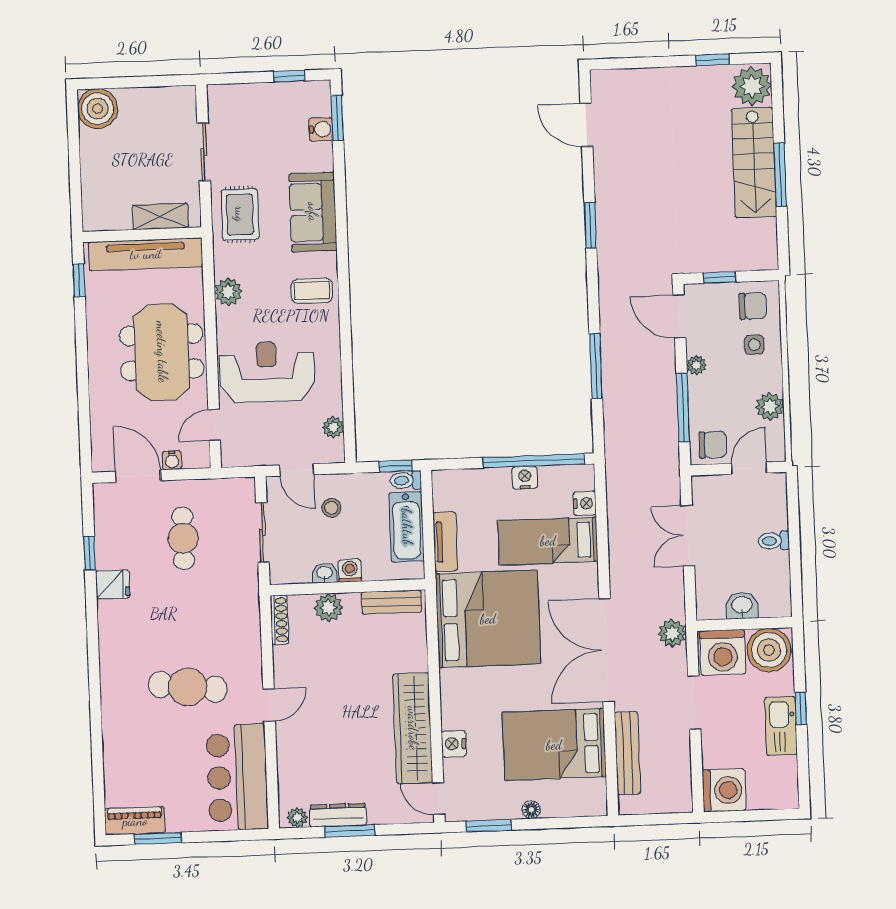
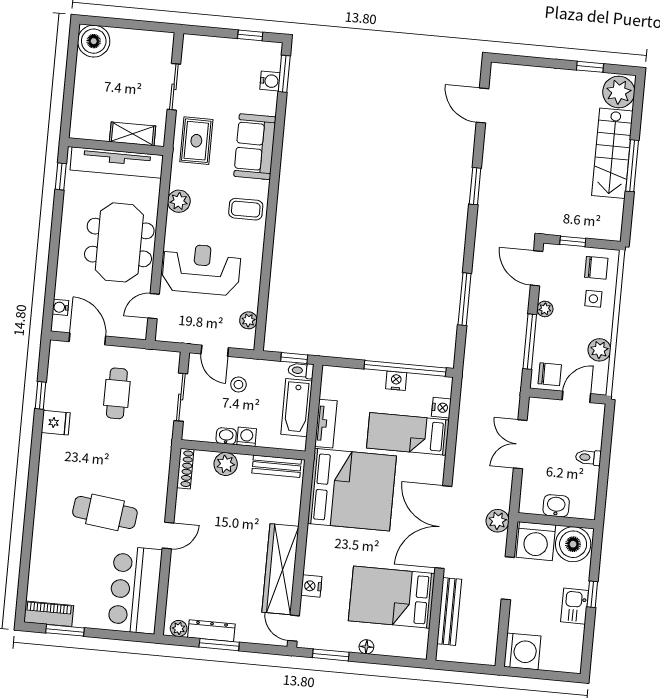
water cooler: (172, 460) -> (60, 307), moved, turned 90
kitchen sink: (781, 726) -> (575, 606), width x0.73

